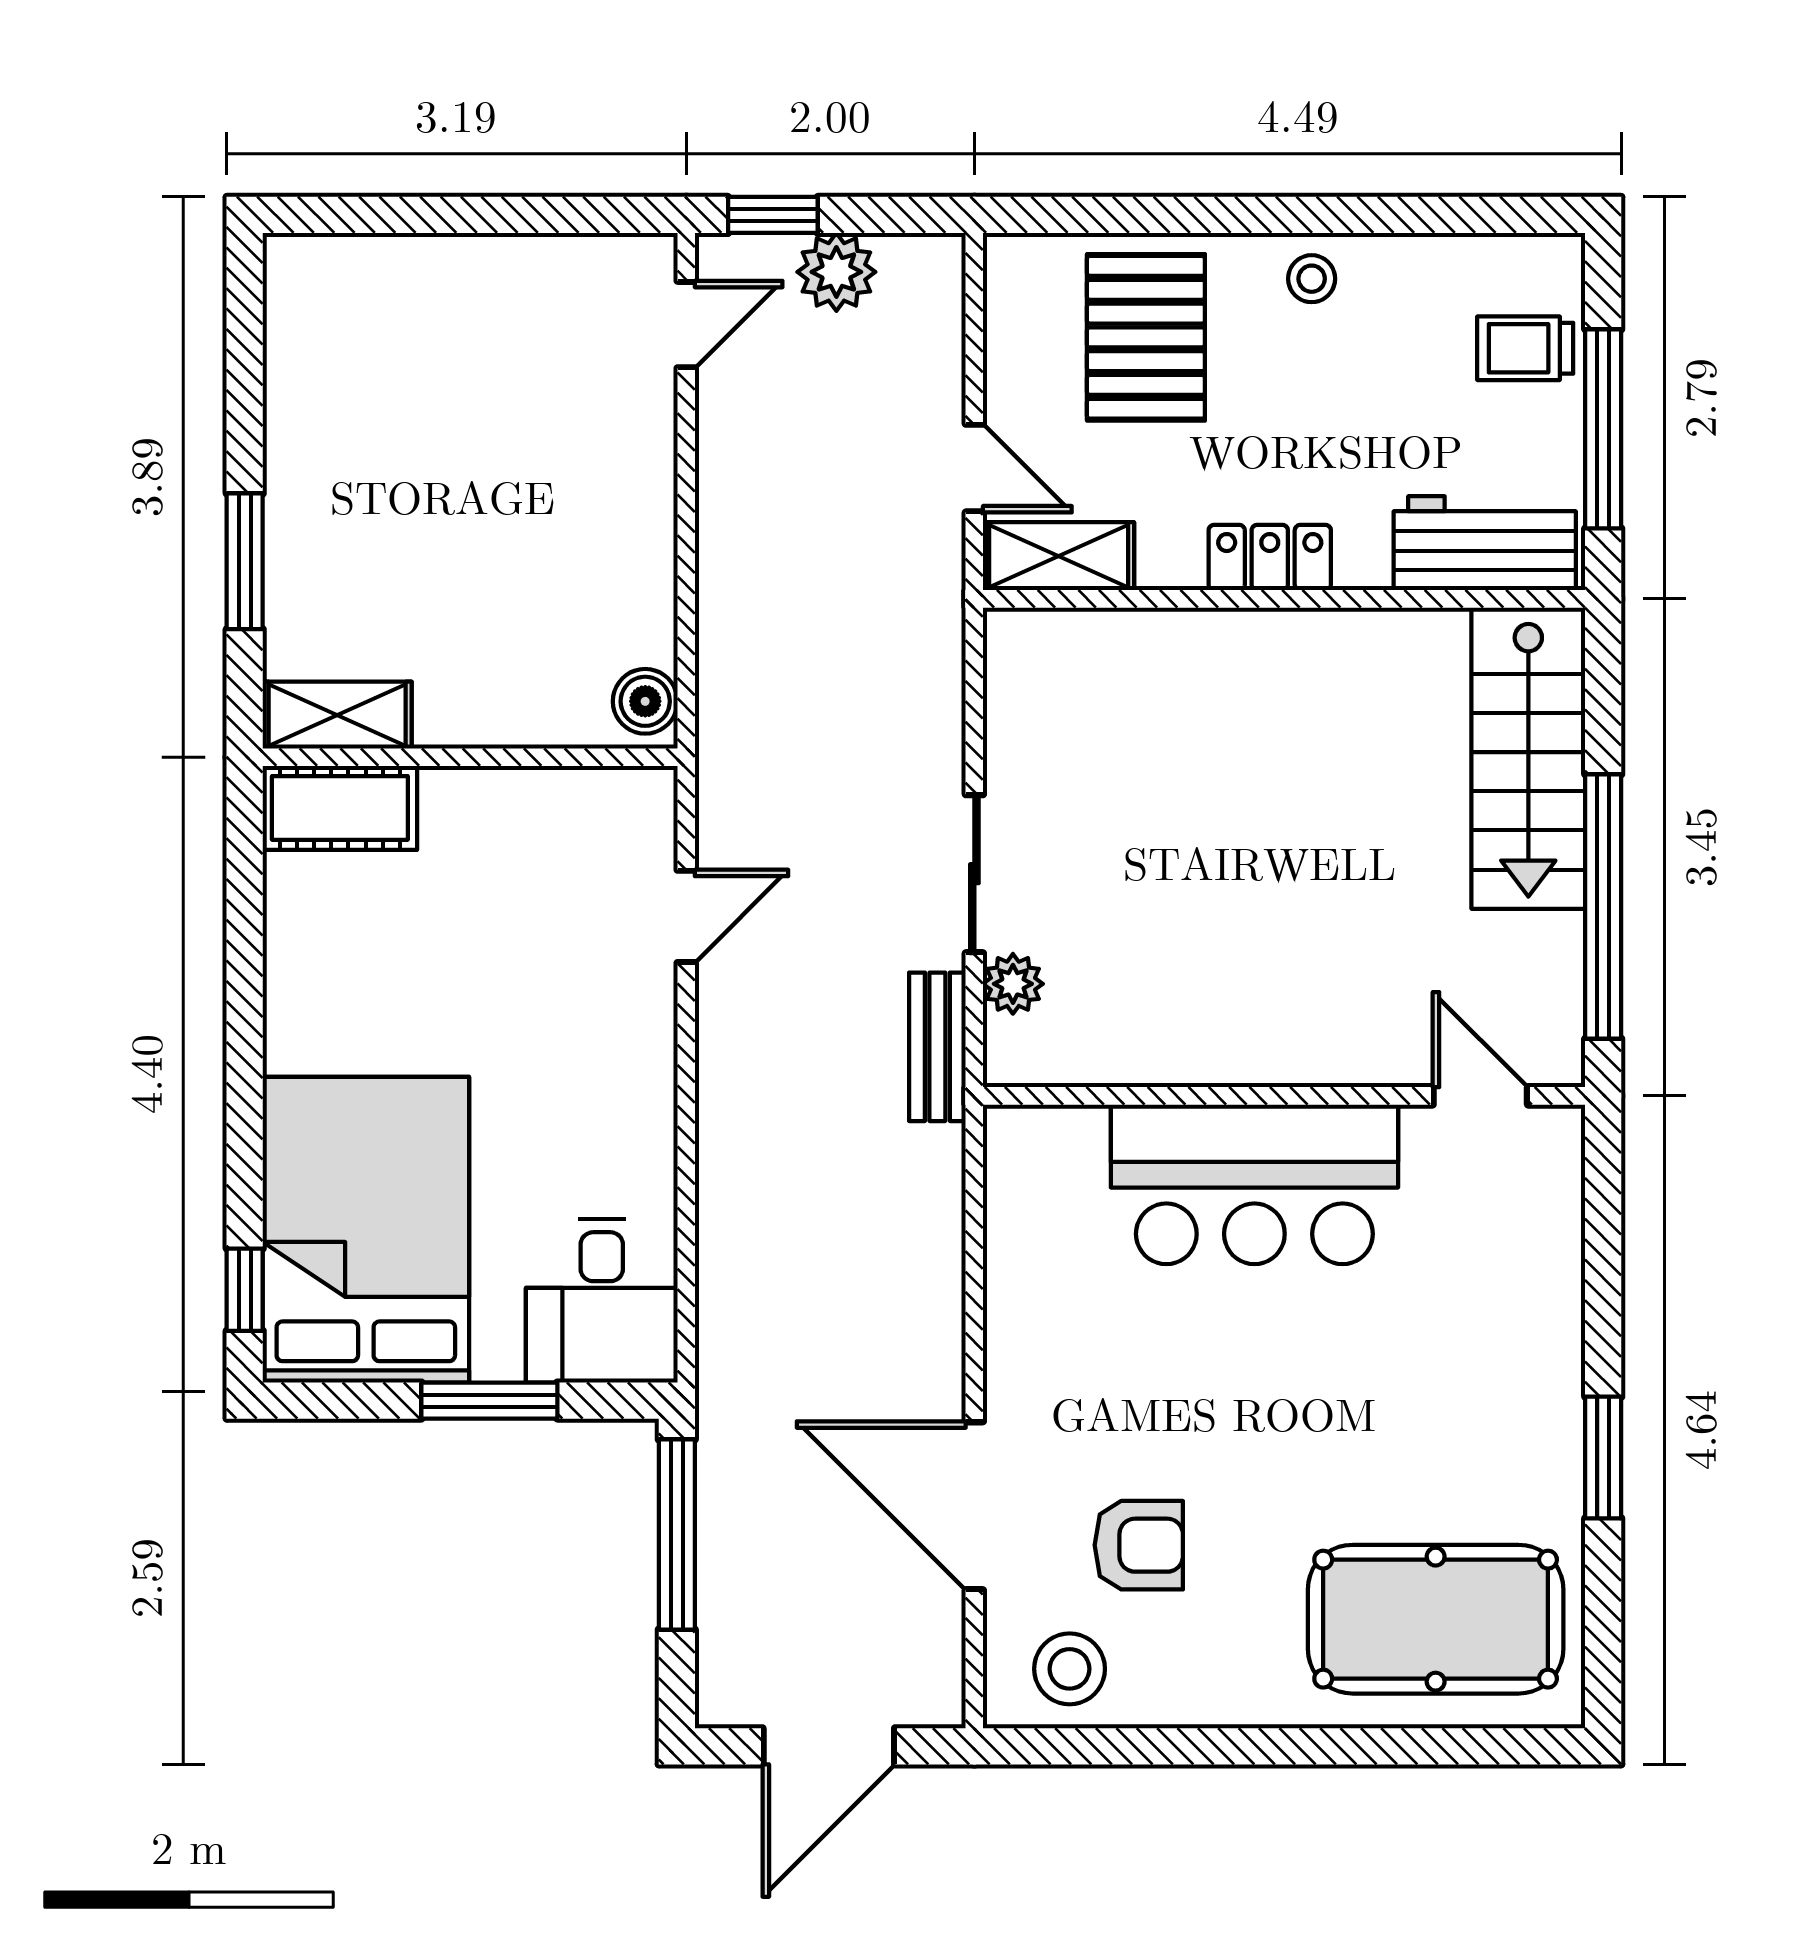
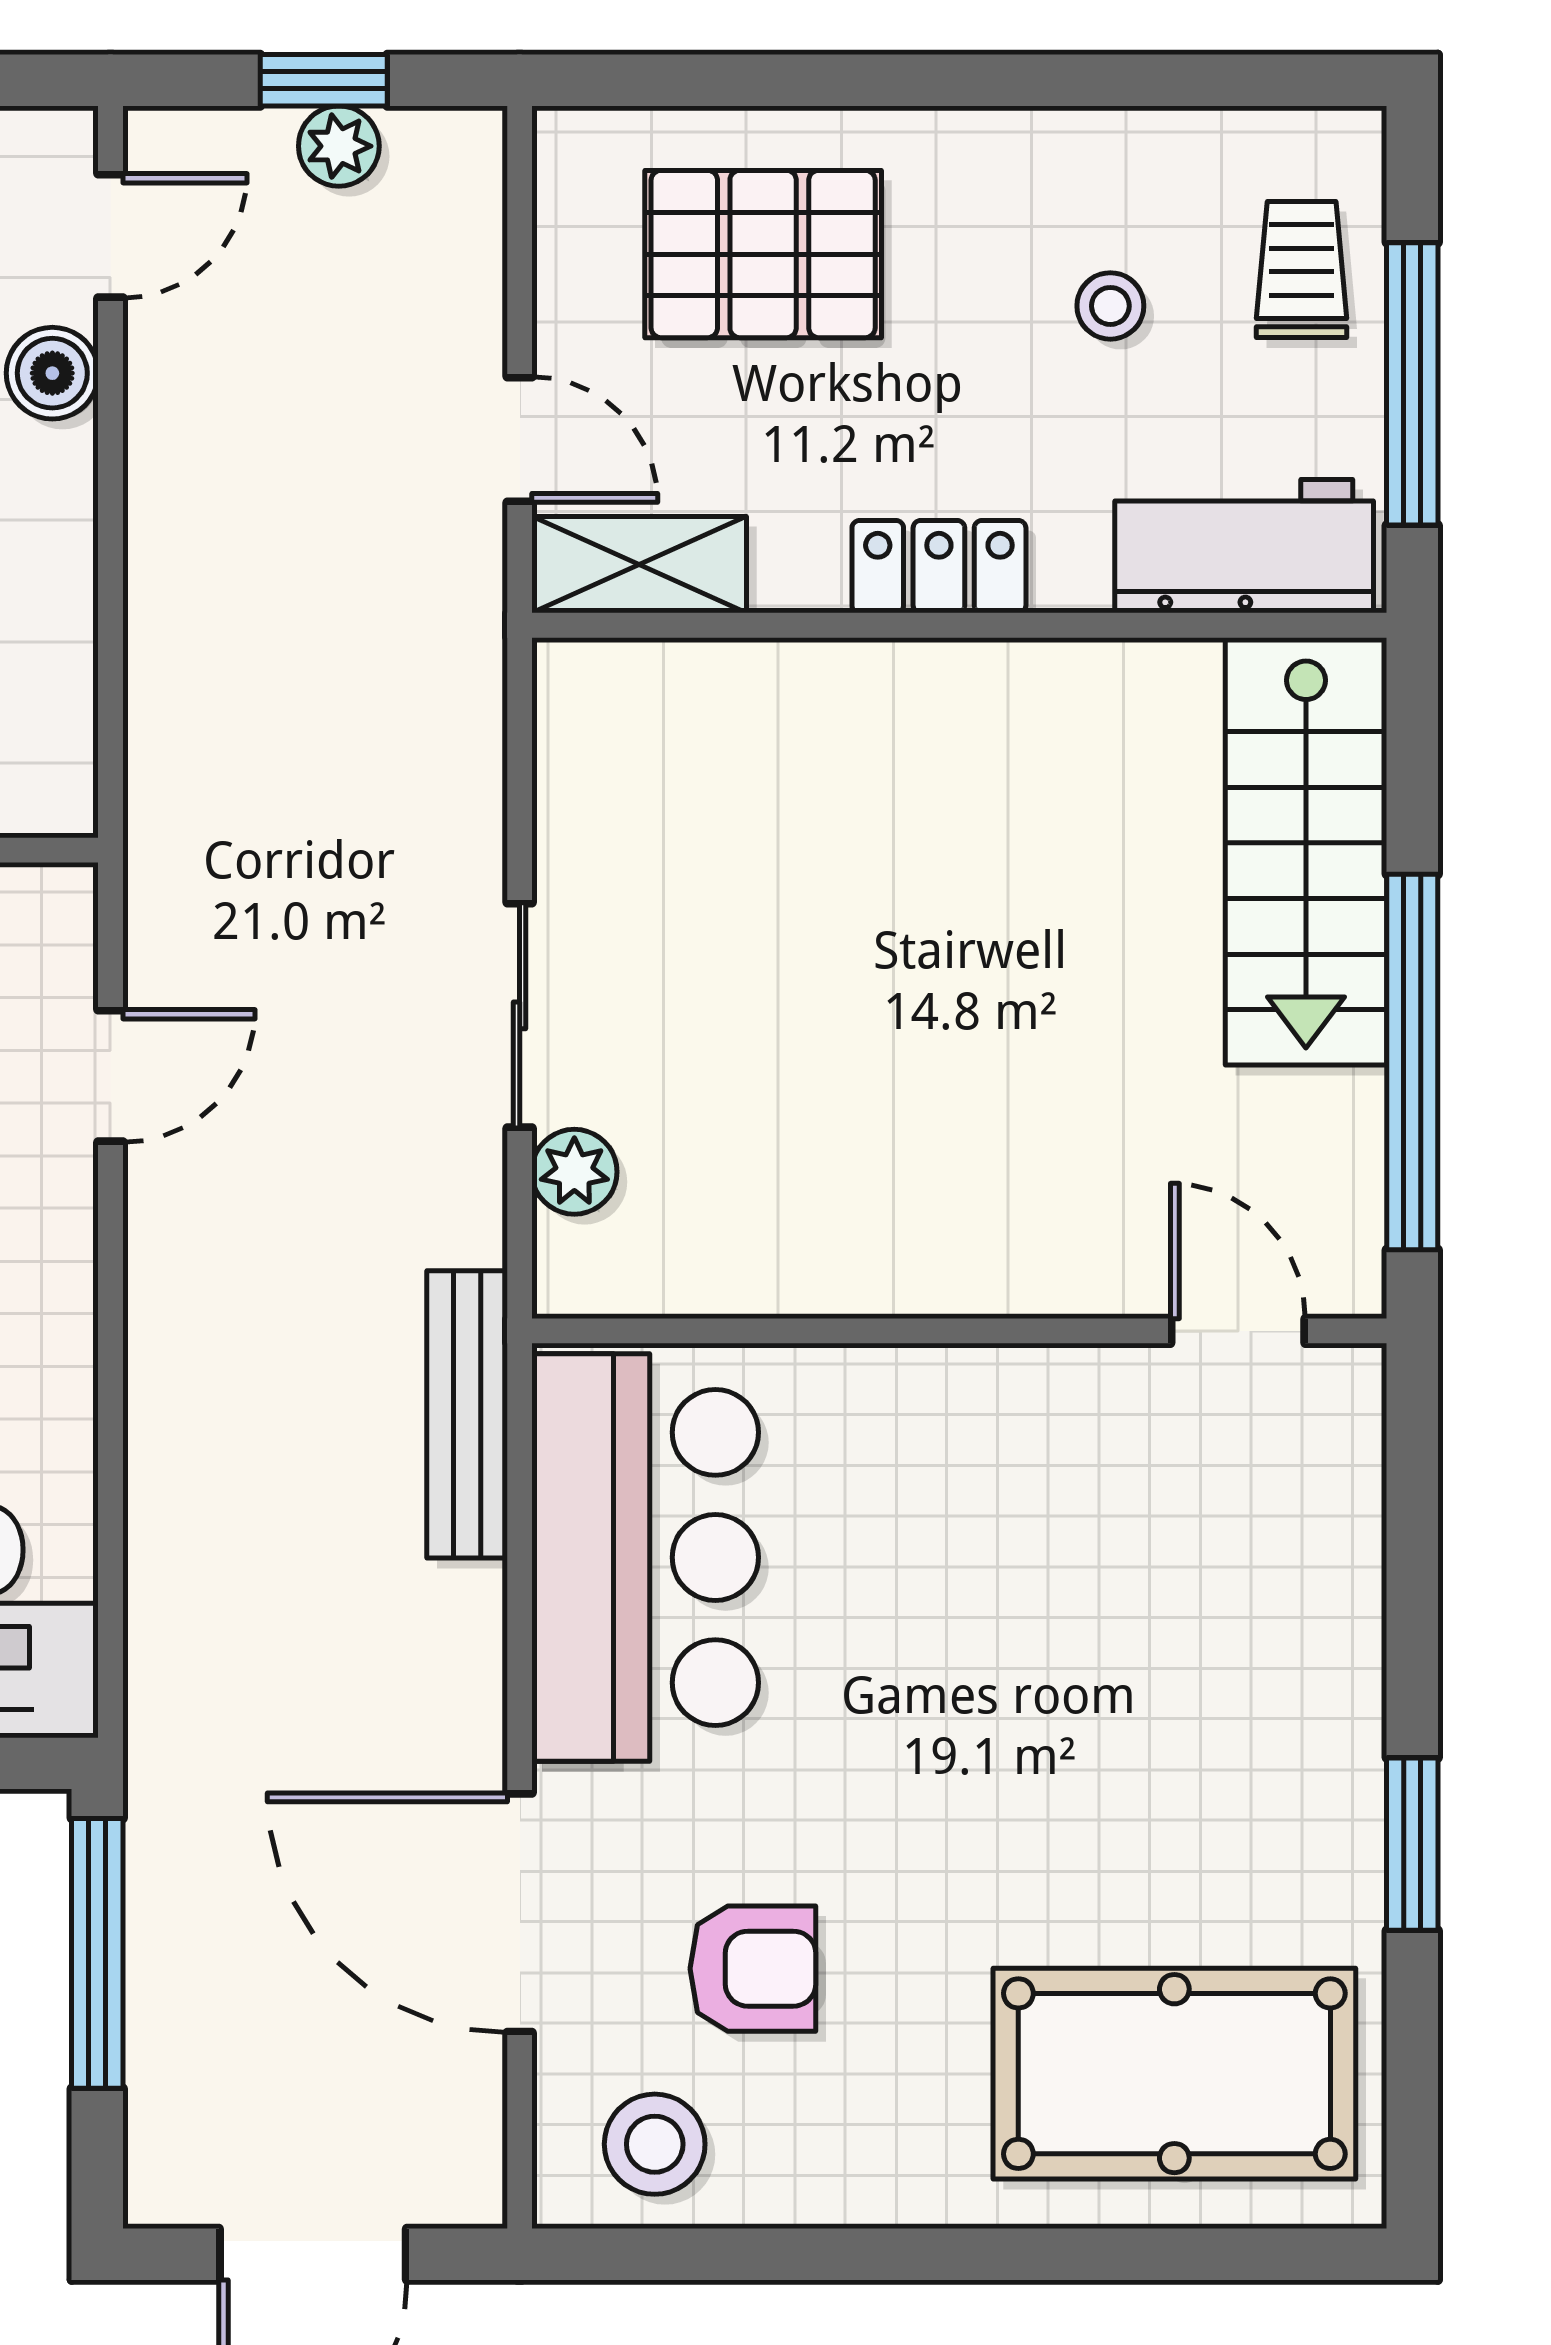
window: (773, 215) -> (324, 80), moved
plant: (836, 272) -> (339, 146), width x0.73, depth x0.73
stool: (1312, 279) -> (1110, 306), moved
pallet: (1146, 337) -> (763, 254), turned 90
trolley: (1525, 348) -> (1302, 269), turned 90
boiler: (645, 701) -> (52, 373), moved
bench: (937, 1047) -> (467, 1414), moved, width x1.36
bar counter: (1254, 1184) -> (645, 1557), moved, turned -90

